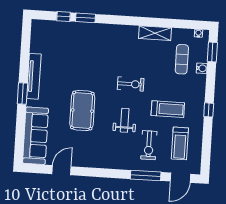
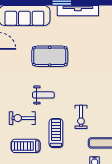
exercise bike: (131, 84) -> (81, 117), moved
treadmill: (168, 109) -> (56, 133), turned 180

